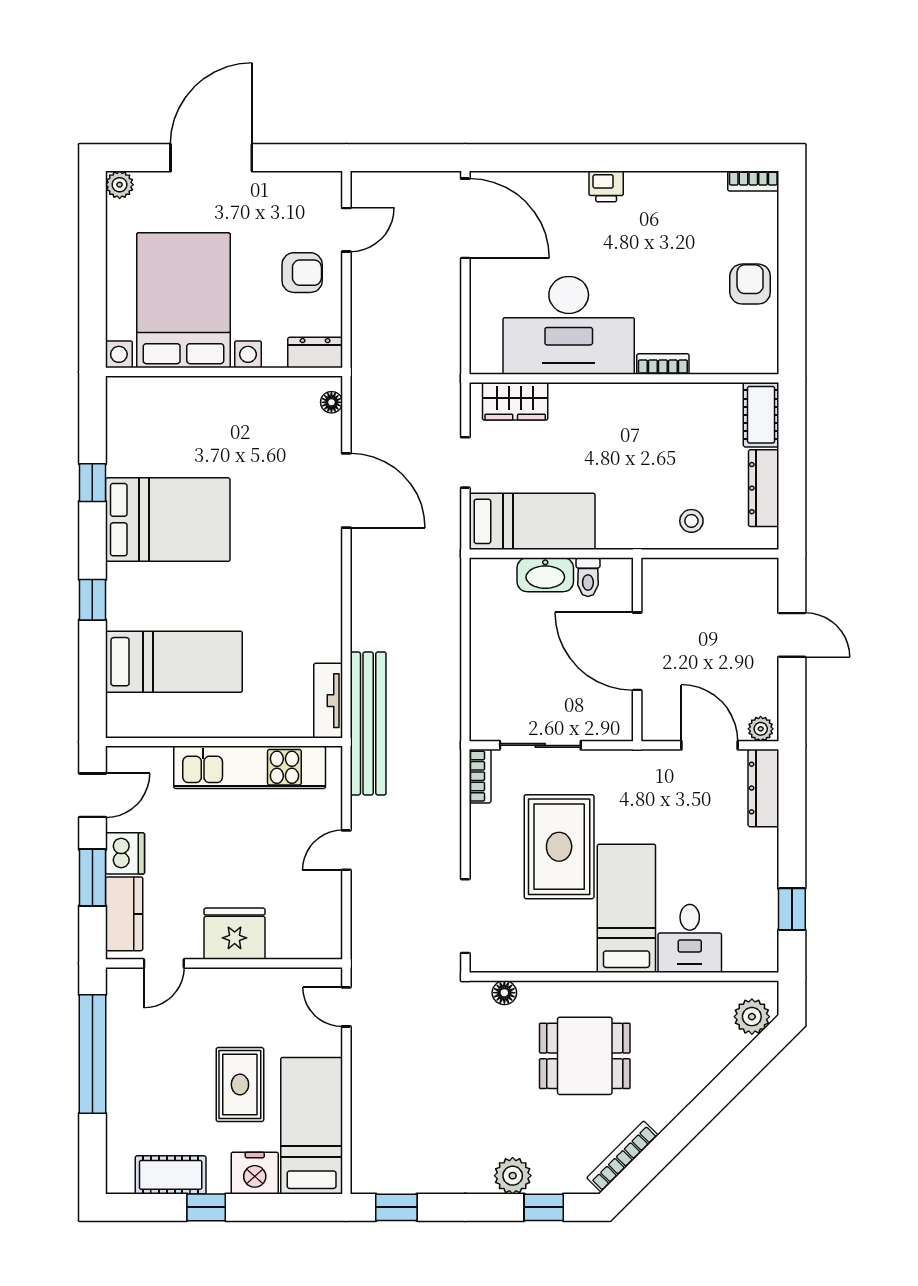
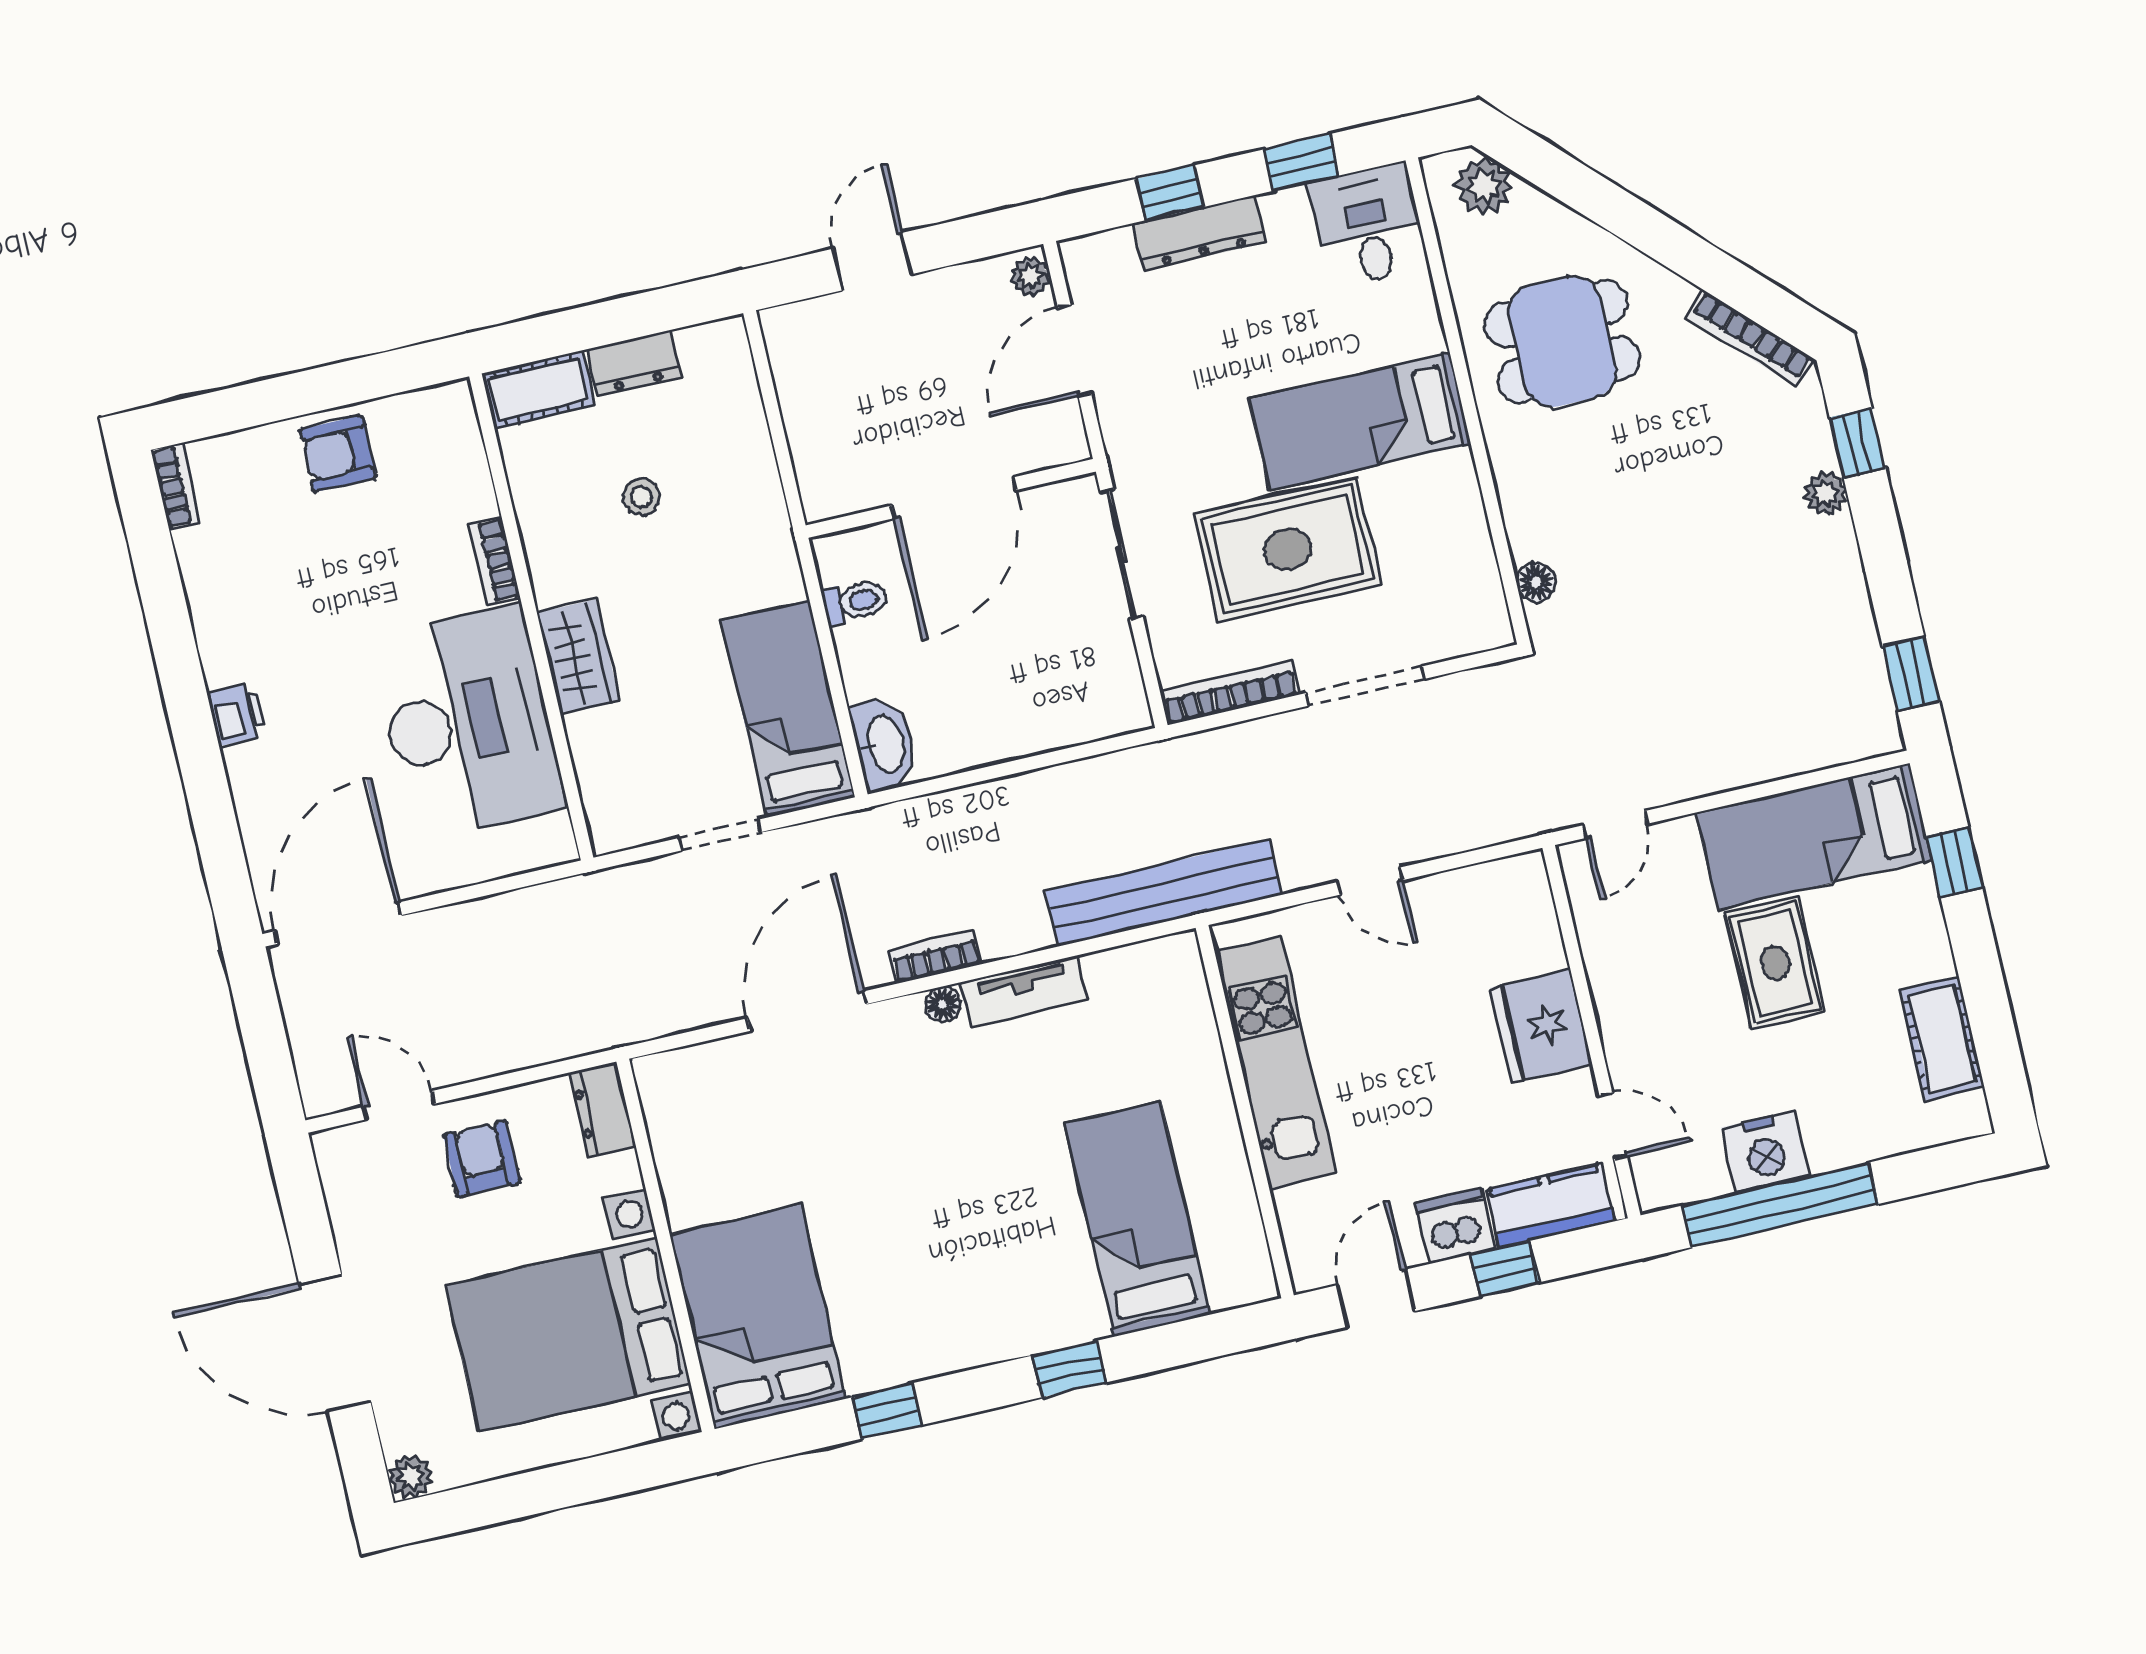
wardrobe: (515, 401) -> (578, 657), moved
floor lamp: (331, 402) -> (943, 1004), moved
dresser: (764, 488) -> (634, 363), width x0.70
bed: (168, 520) -> (758, 1317), moved
stool: (691, 521) -> (642, 497), moved
washbasin: (545, 575) -> (884, 744), moved
bookcase: (361, 576) -> (936, 957), added
tv unit: (328, 701) -> (1024, 991), moved
sliding door: (540, 745) -> (1122, 554), moved
bookcase: (480, 776) -> (1230, 693), width x1.56
dresser: (763, 788) -> (1199, 233), moved
door: (92, 795) -> (1376, 1298), hinge flipped
window: (792, 825) -> (1170, 193), added
window: (92, 878) -> (1505, 1268), width x0.67
doorway: (465, 916) -> (1366, 686), moved
desk: (690, 938) -> (1368, 225), moved, turned -90
dining table: (585, 1056) -> (1562, 342), moved, turned 90
rug: (240, 1085) -> (1775, 963), turned 90
nightstand: (255, 1173) -> (1765, 1152), moved, turned 90
plant: (513, 1176) -> (1825, 493), width x0.73, depth x0.73
window: (206, 1207) -> (1954, 862), moved

